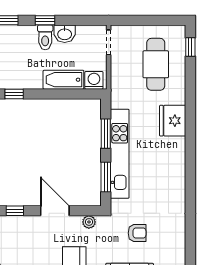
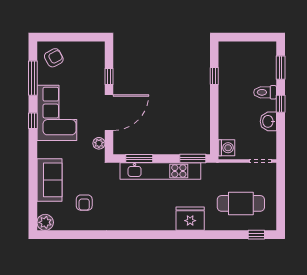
toilet: (45, 37) -> (265, 92), moved
bathtub: (63, 80) -> (227, 120), removed
window: (106, 134) -> (193, 158), moved
door: (55, 211) -> (109, 113), width x1.36
armchair: (137, 233) -> (84, 203), moved

